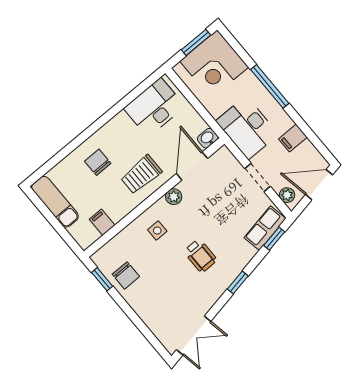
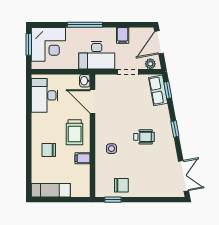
plant: (174, 197) -> (101, 125), removed
filing cabinet: (102, 222) -> (83, 158), moved

